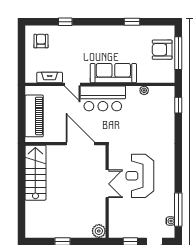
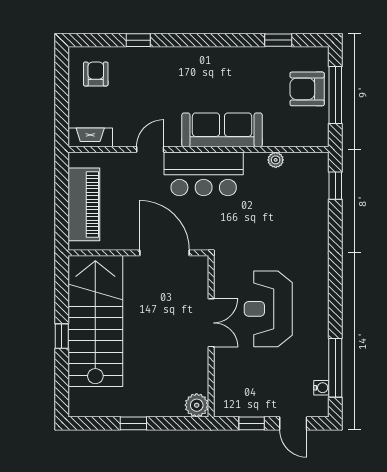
window: (132, 22) -> (278, 40), moved
fireplace: (50, 77) -> (90, 137), moved
door: (72, 84) -> (150, 149), swing flipped
stairs: (35, 173) -> (95, 321), width x1.36, depth x1.51
window: (21, 191) -> (62, 336), added

